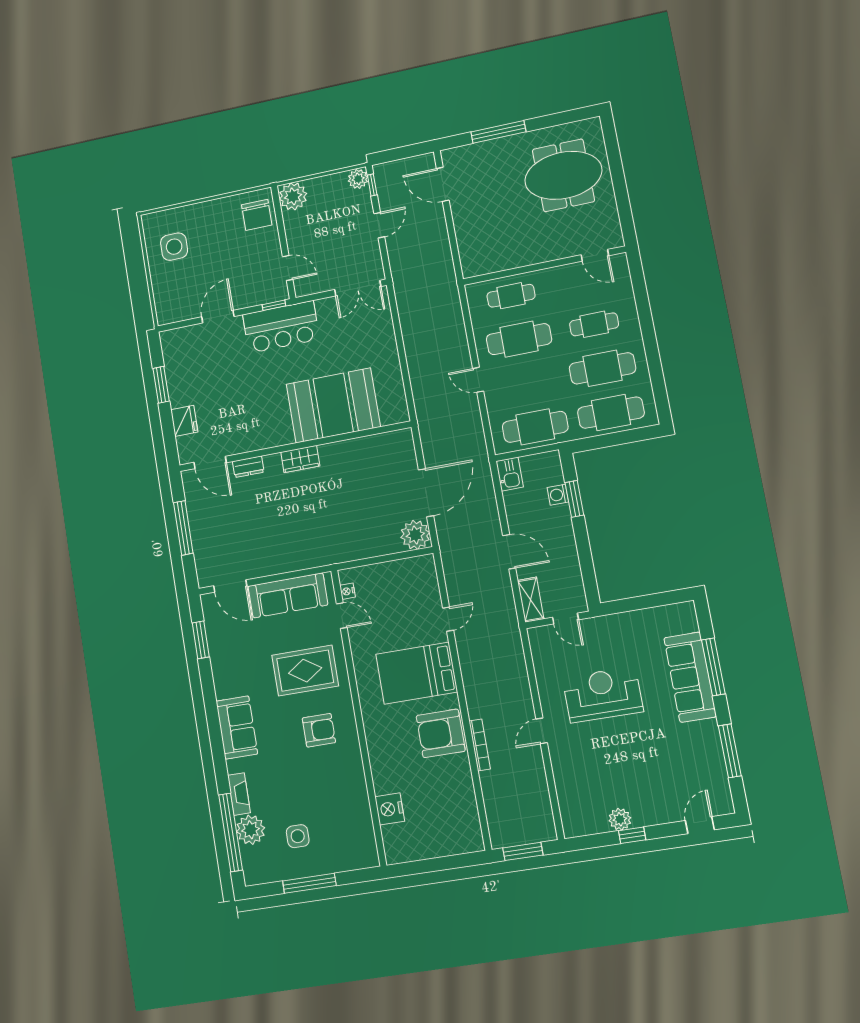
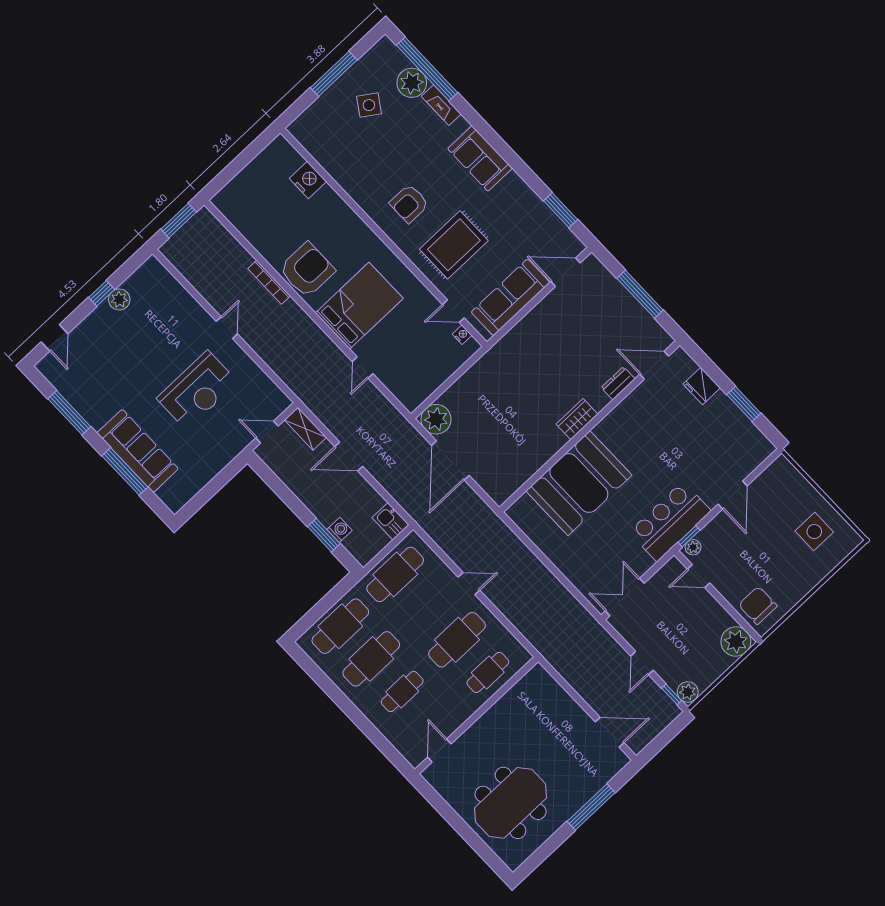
door: (595, 255) -> (439, 751), hinge flipped
plant: (277, 294) -> (693, 547), added
side table: (298, 836) -> (369, 105), turned 34

